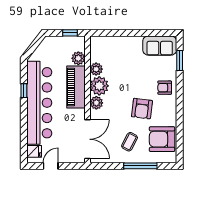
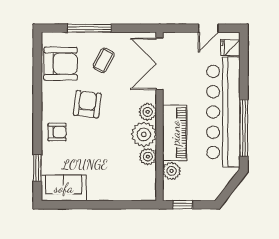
window: (24, 91) -> (244, 128), width x3.17

